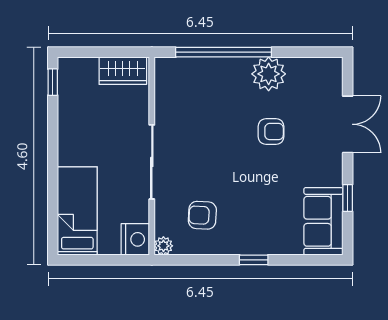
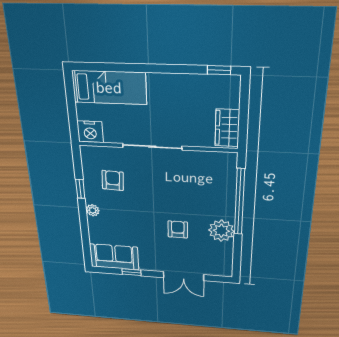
armchair: (271, 132) -> (178, 229), turned 180
plant: (163, 246) -> (93, 210), moved
window: (254, 260) -> (80, 189), moved

